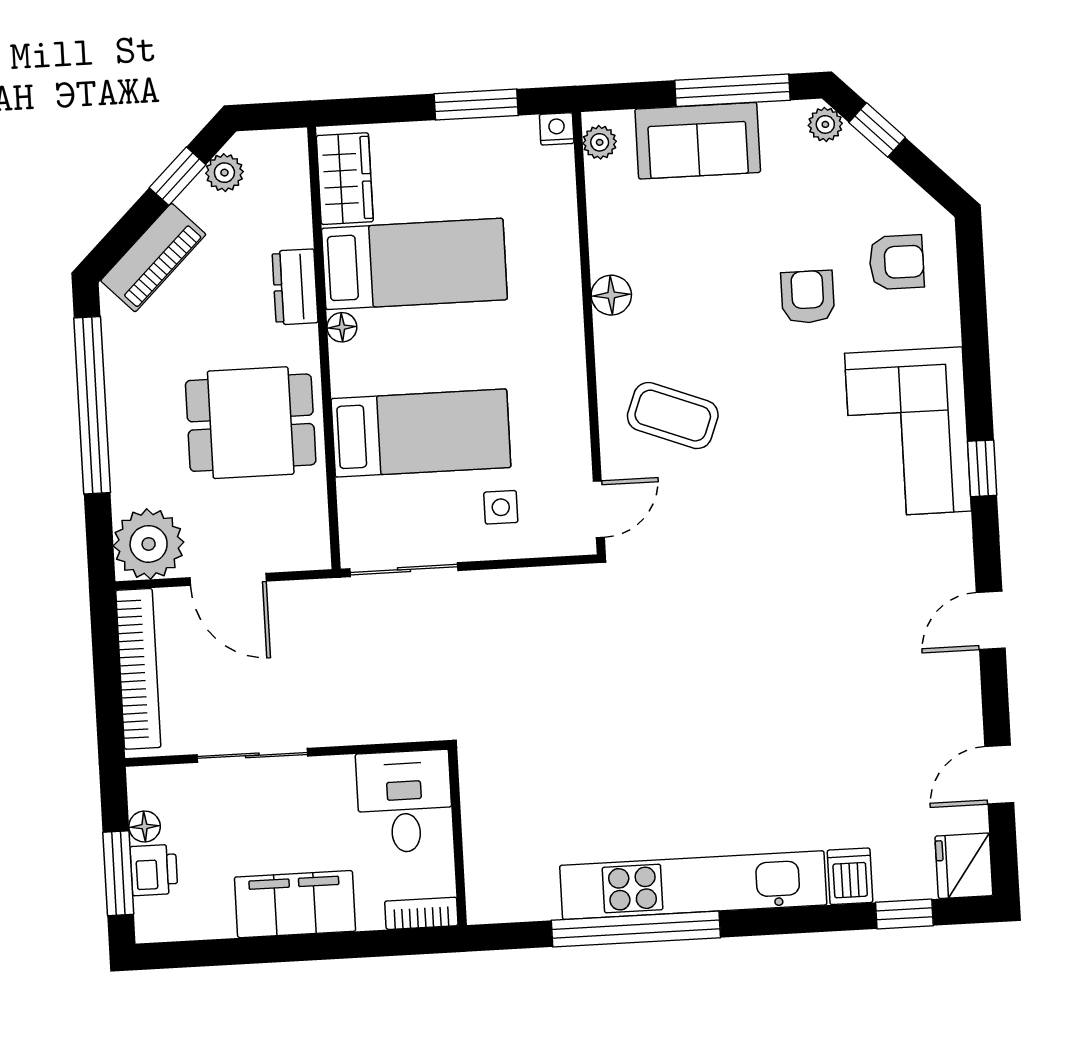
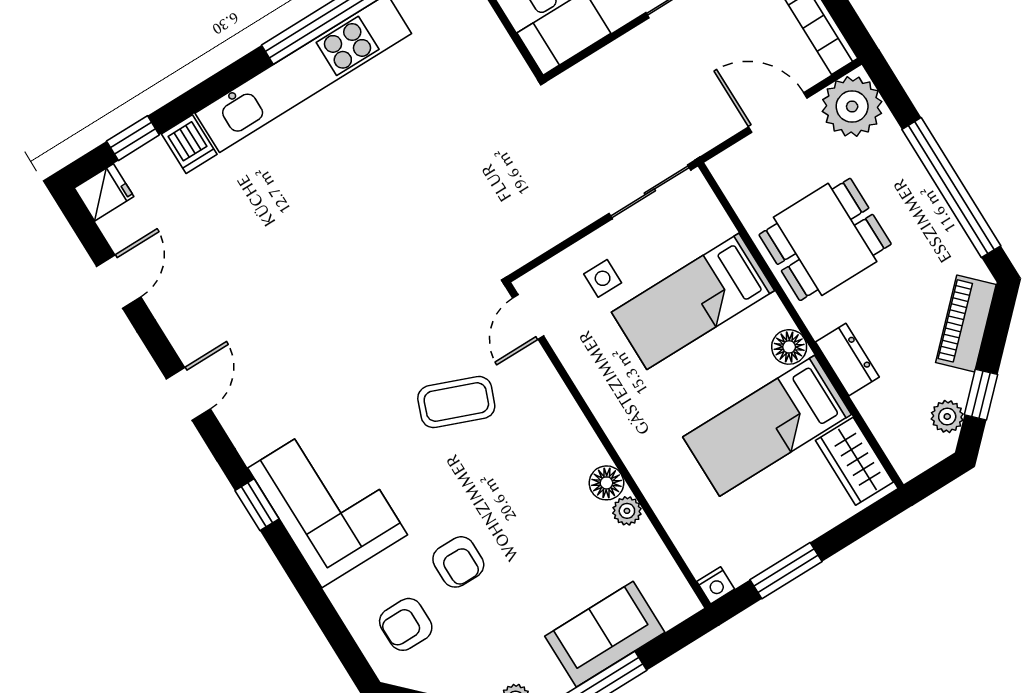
plant: (600, 142) -> (627, 511), moved
floor lamp: (342, 327) -> (789, 347), width x1.37, depth x1.37
coffee table: (673, 416) -> (456, 402), moved
fridge: (964, 866) -> (104, 192), width x0.72

